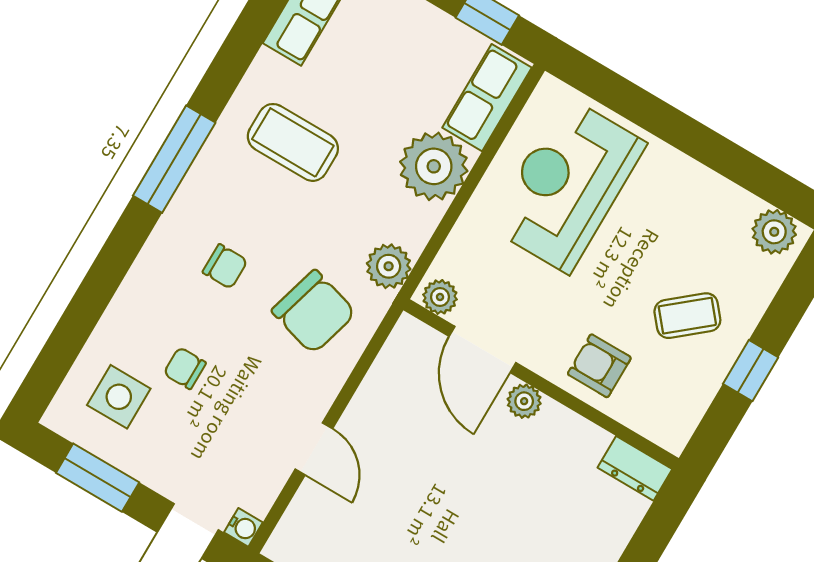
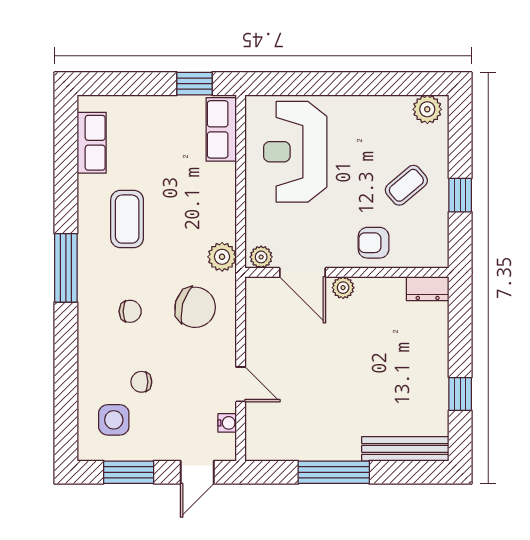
coffee table: (293, 142) -> (127, 219), turned 90
plant: (434, 166) -> (214, 186), removed
water cooler: (243, 527) -> (227, 423), moved

